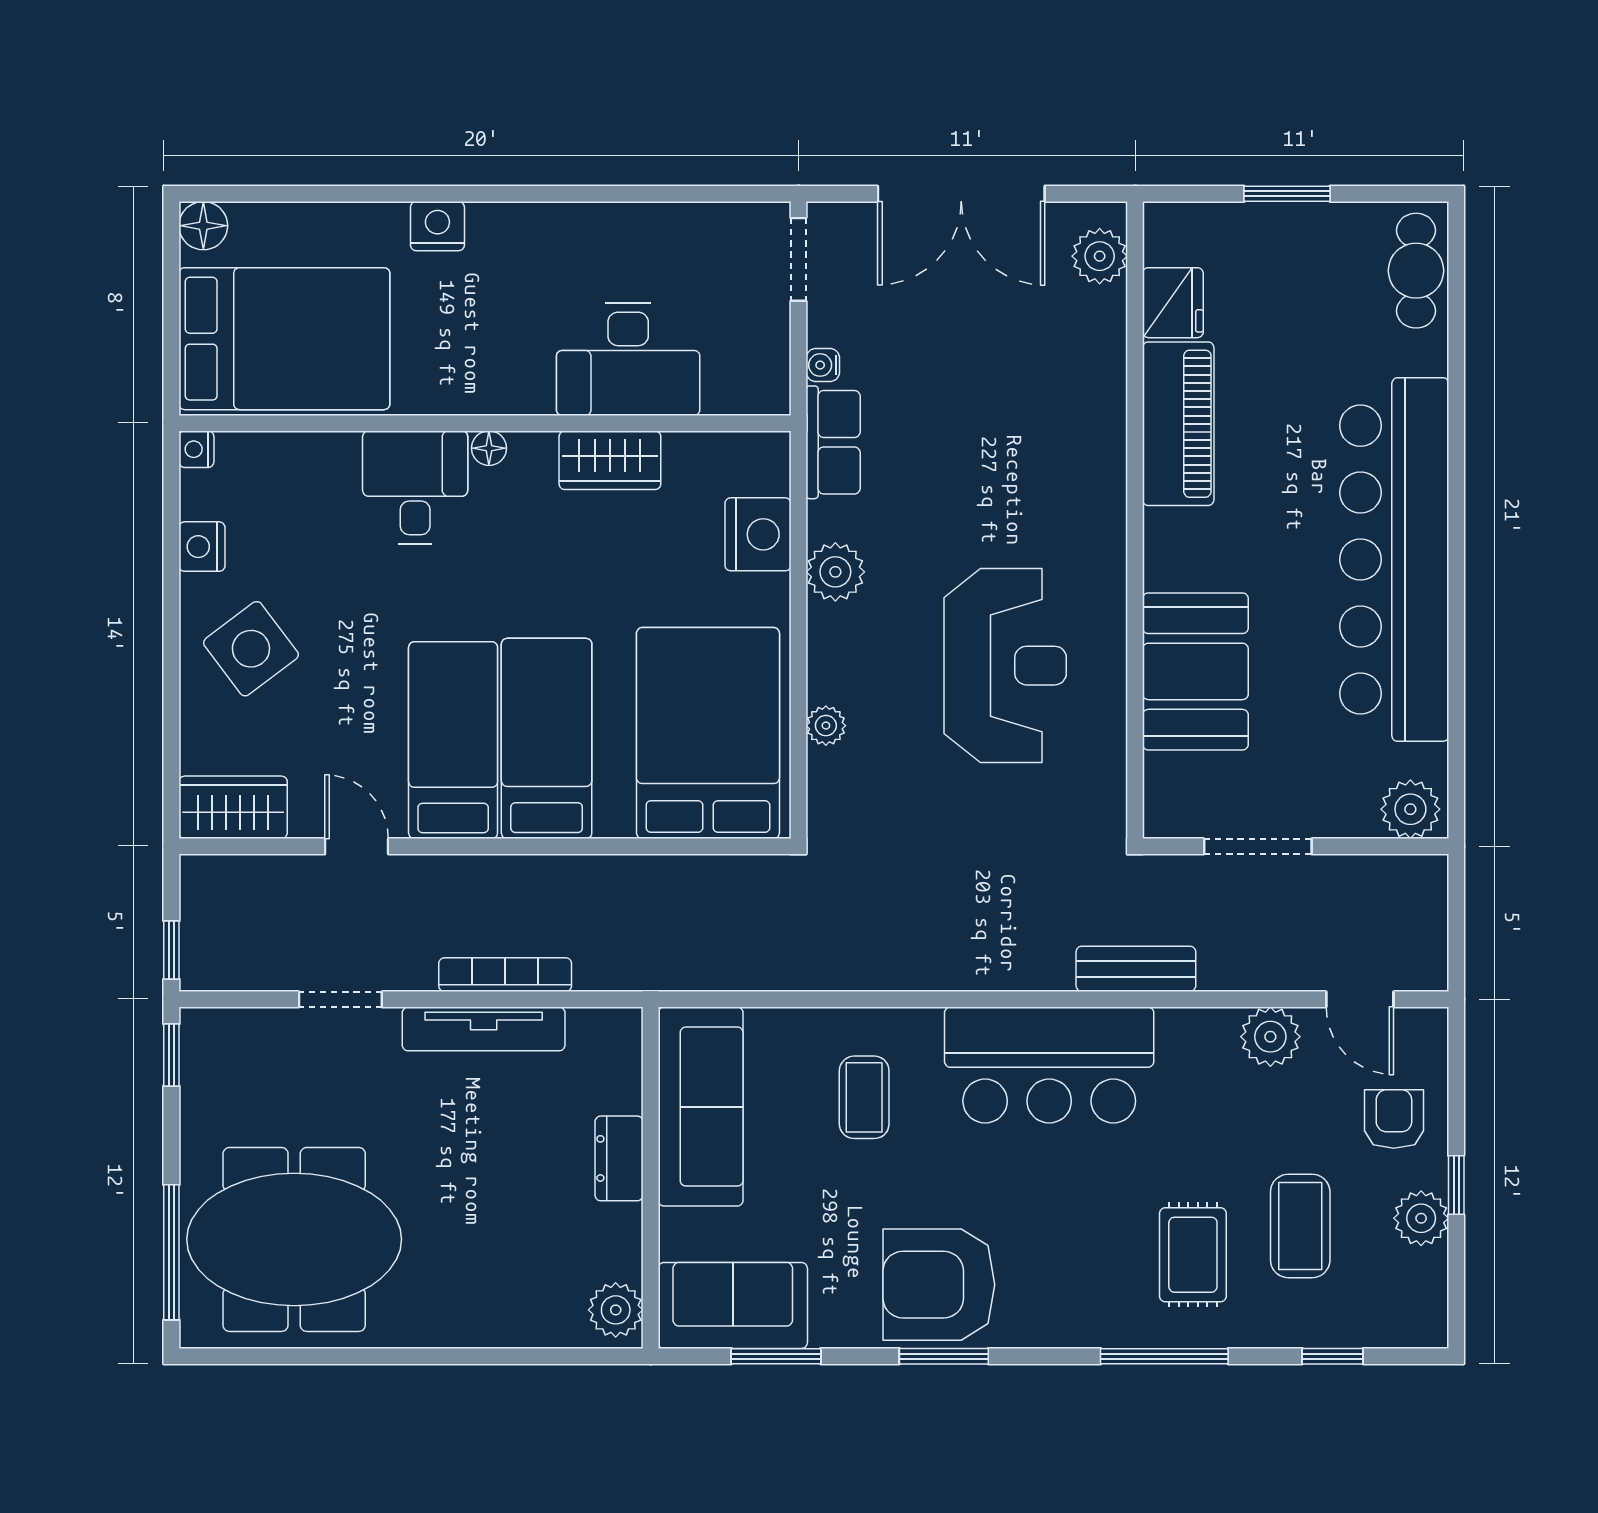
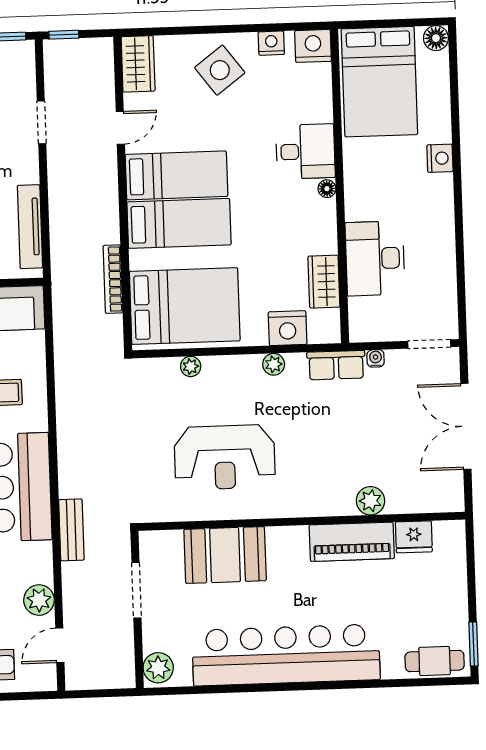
window: (1287, 194) -> (473, 644), moved
plant: (1100, 256) -> (370, 501), moved
nightstand: (196, 449) -> (313, 46), width x1.89, depth x1.79
wardrobe: (610, 460) -> (324, 282), moved
plant: (835, 572) -> (274, 364), width x0.73, depth x0.73
bookcase: (505, 975) -> (113, 279), moved, turned 180
tv unit: (484, 1029) -> (30, 227), moved

